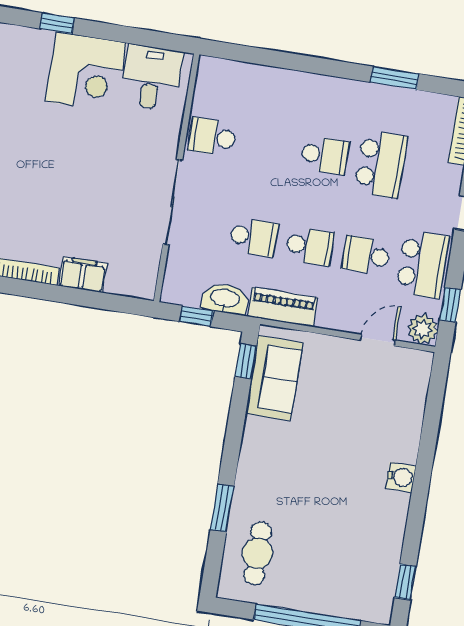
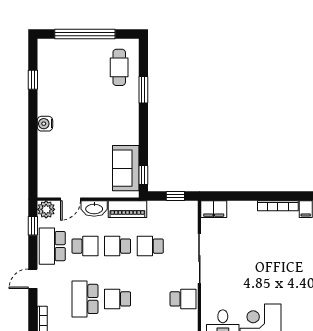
filing cabinet: (83, 275) -> (214, 209), moved
washbasin: (225, 299) -> (94, 209), moved
window: (405, 582) -> (33, 80), moved

